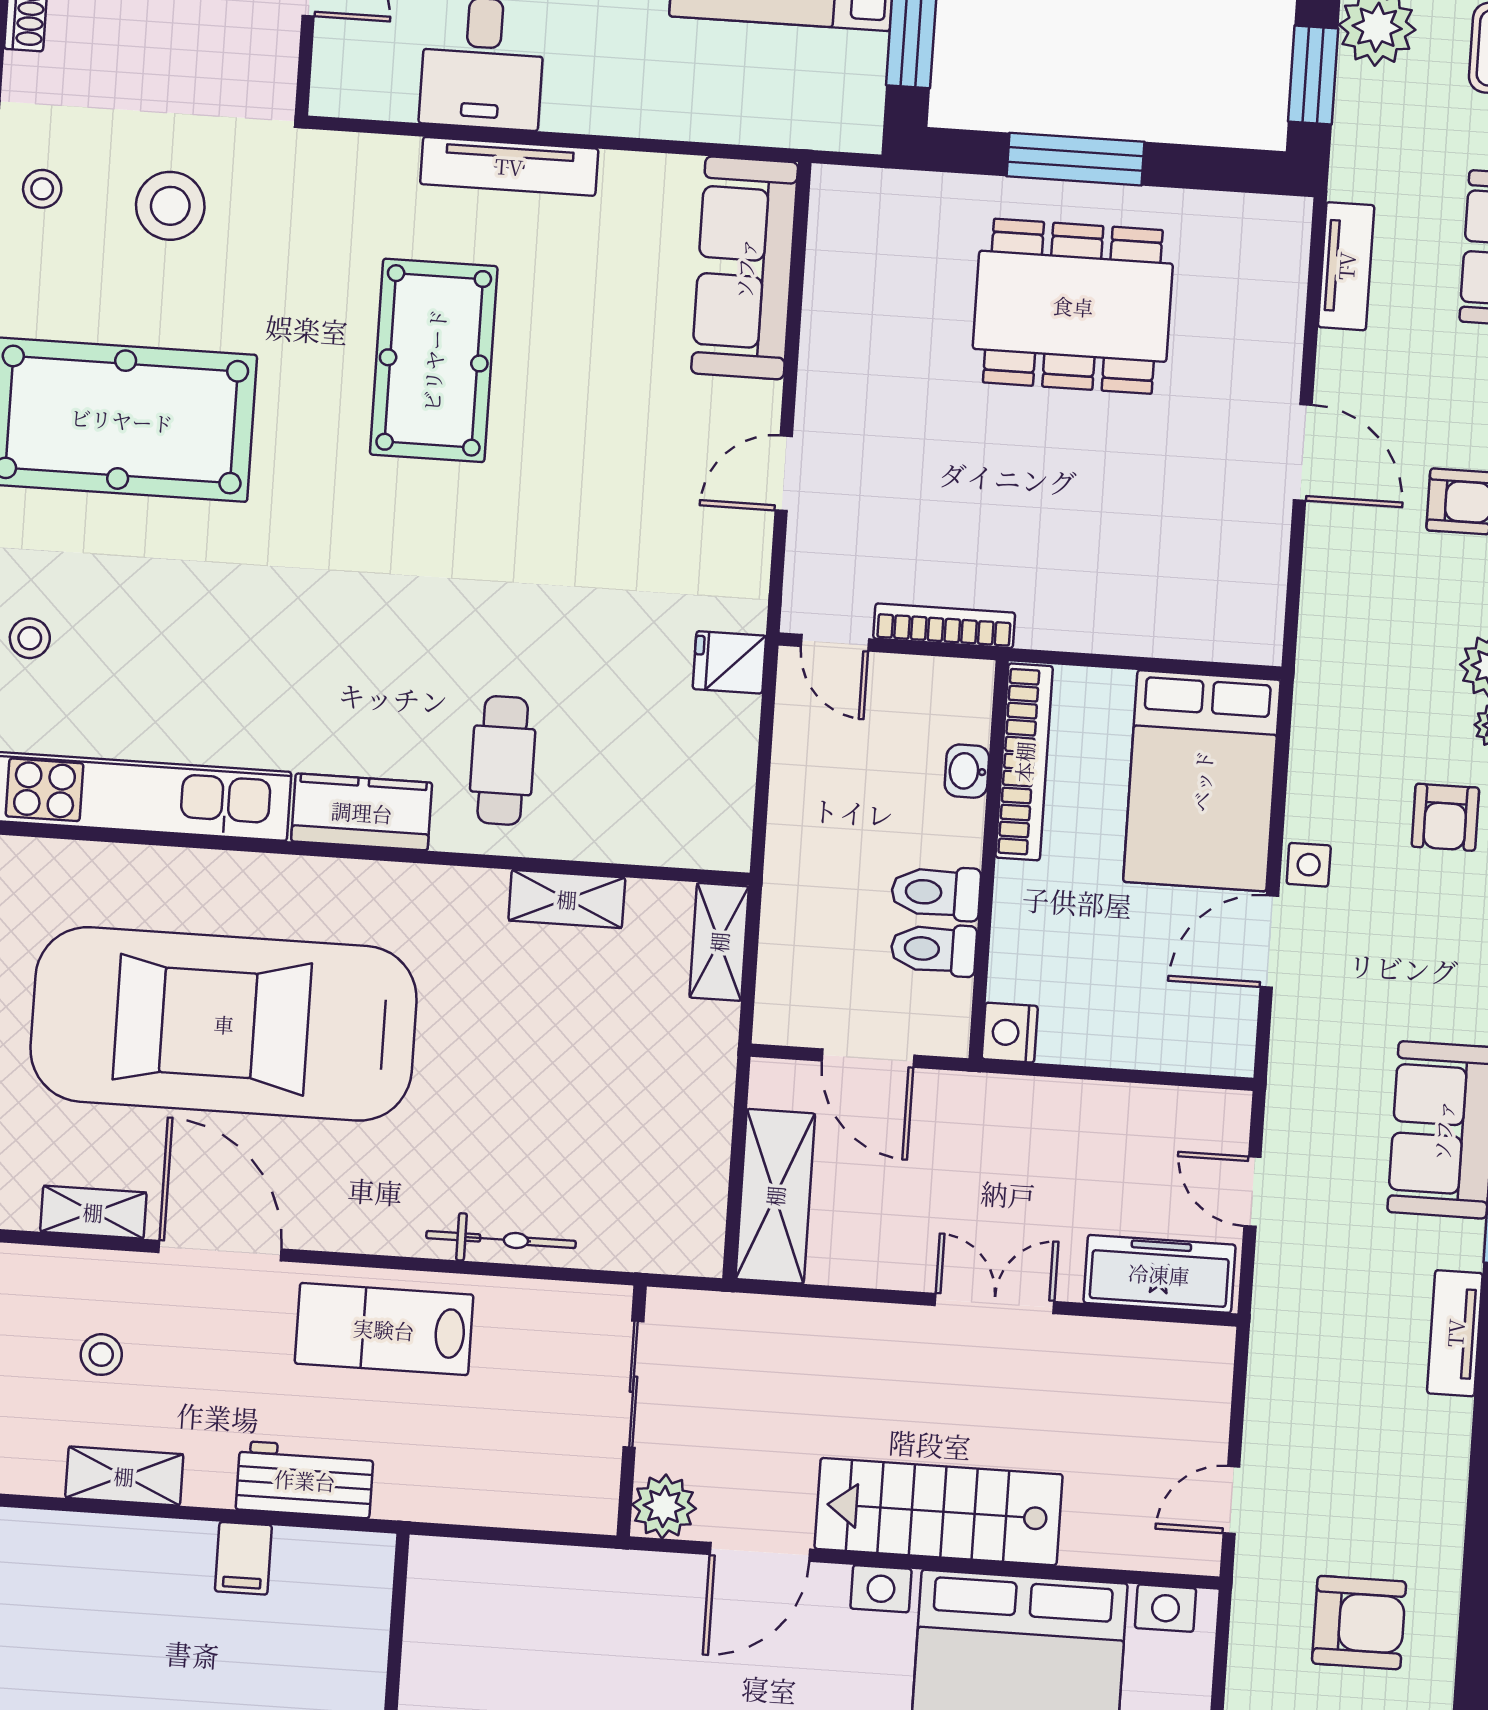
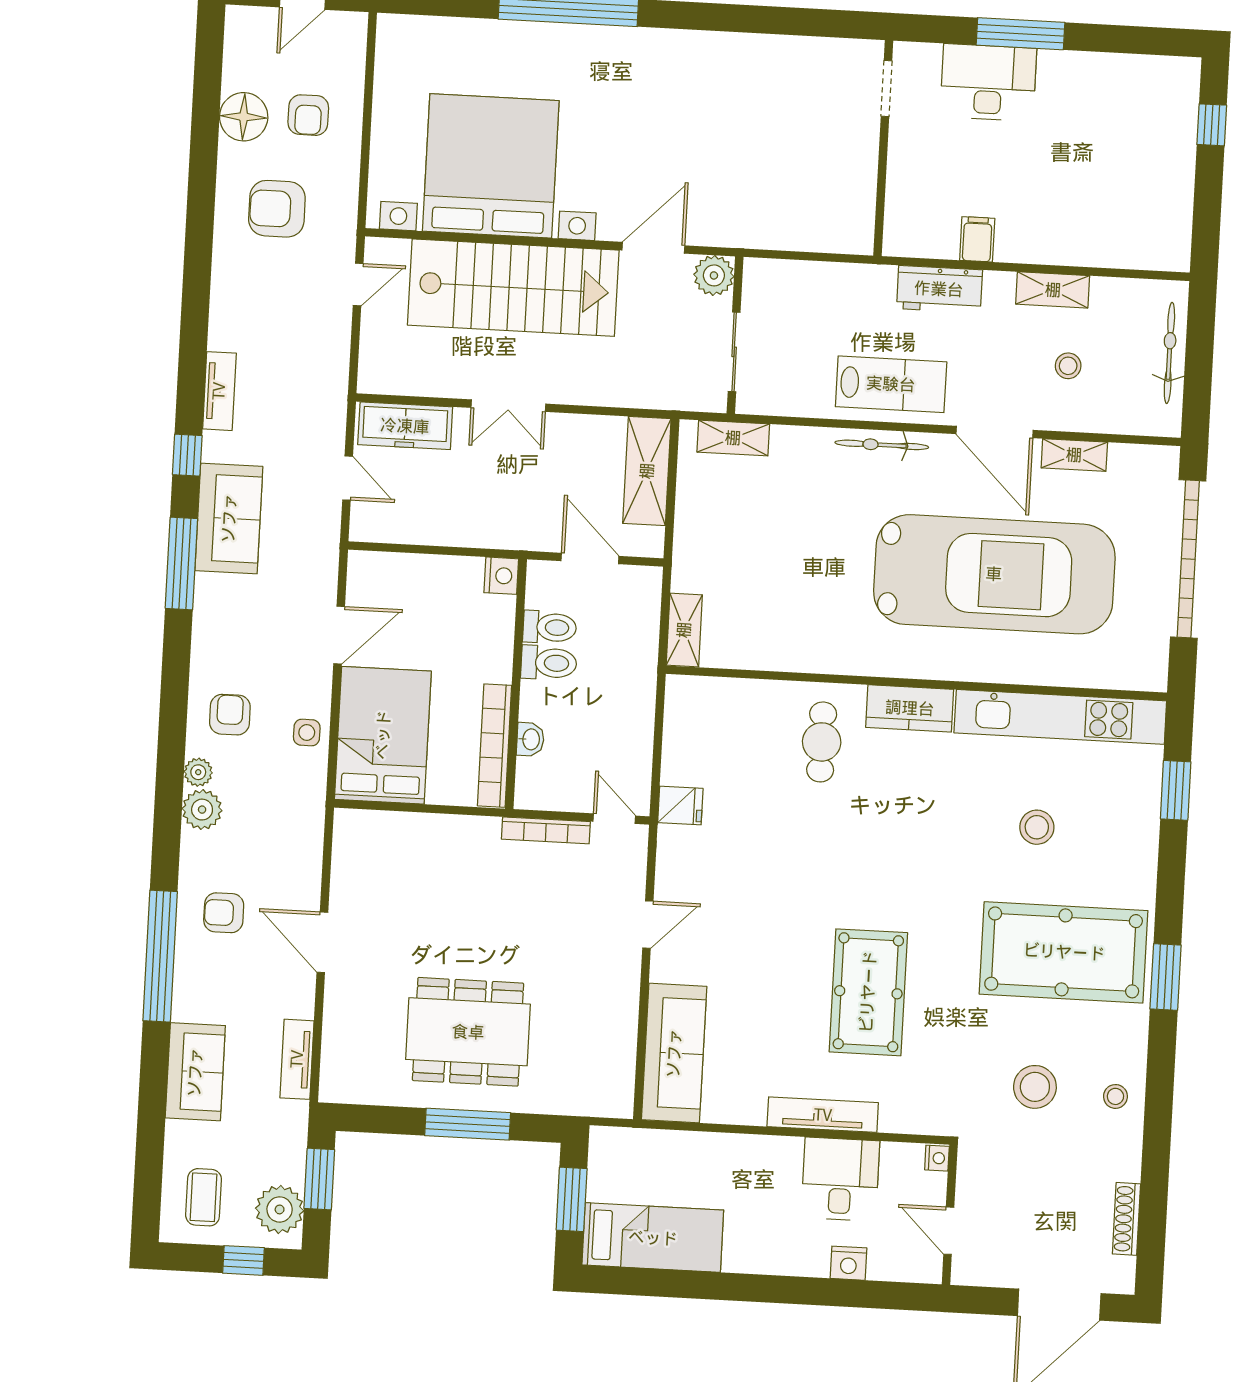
nightstand: (328, 95) -> (937, 1158), added
stool: (30, 638) -> (1037, 827), moved, width x1.37, depth x1.37
side table: (1309, 865) -> (307, 732), moved
shelving: (567, 899) -> (733, 438), moved
bicycle: (501, 1240) -> (882, 445), moved
stairs: (939, 1512) -> (513, 288), width x1.36, depth x1.51

